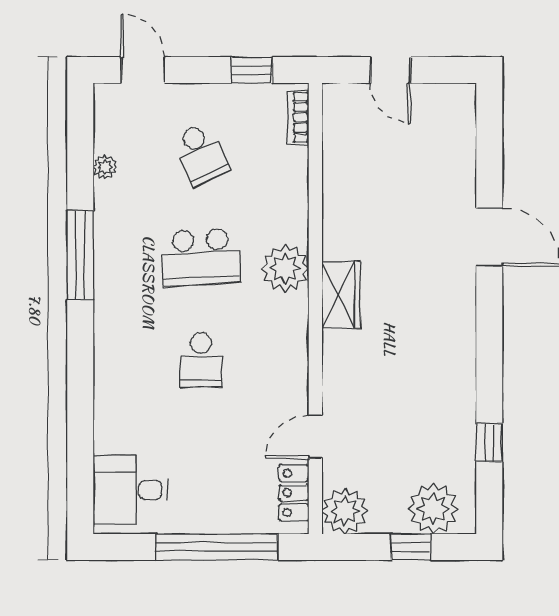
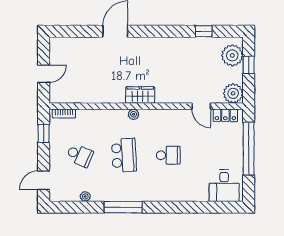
school desk: (201, 154) -> (80, 155), turned 48
plant: (285, 268) -> (134, 114), width x0.53, depth x0.53

